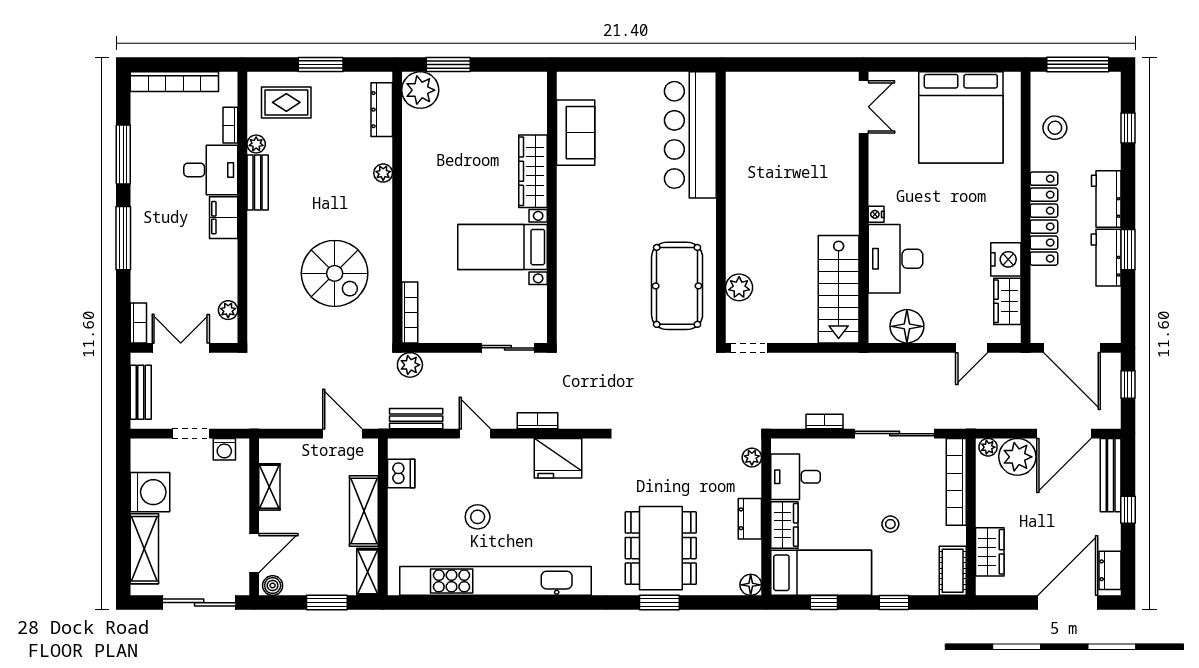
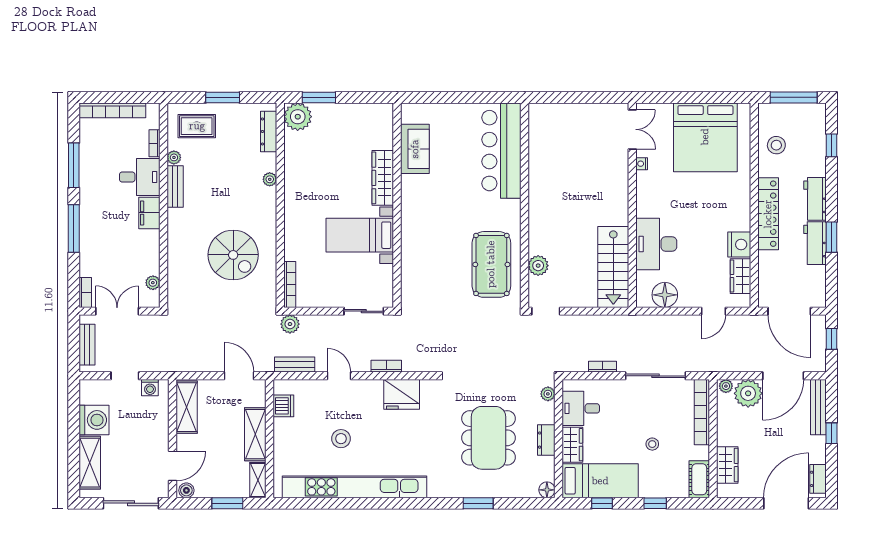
nightstand: (876, 214) -> (642, 164), moved
shelving: (269, 487) -> (187, 407), width x1.50, depth x1.33
dining table: (661, 548) -> (489, 438), moved

